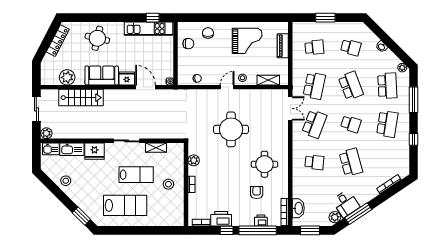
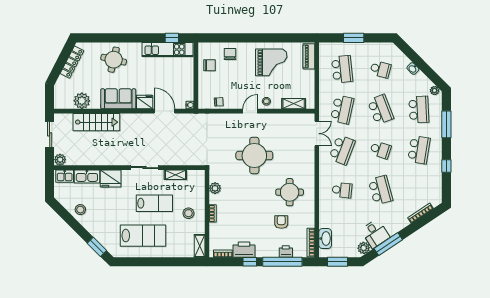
piano: (283, 46) -> (309, 56), moved
school desk: (314, 47) -> (342, 69), width x1.85
shelving: (179, 215) -> (200, 246), added

